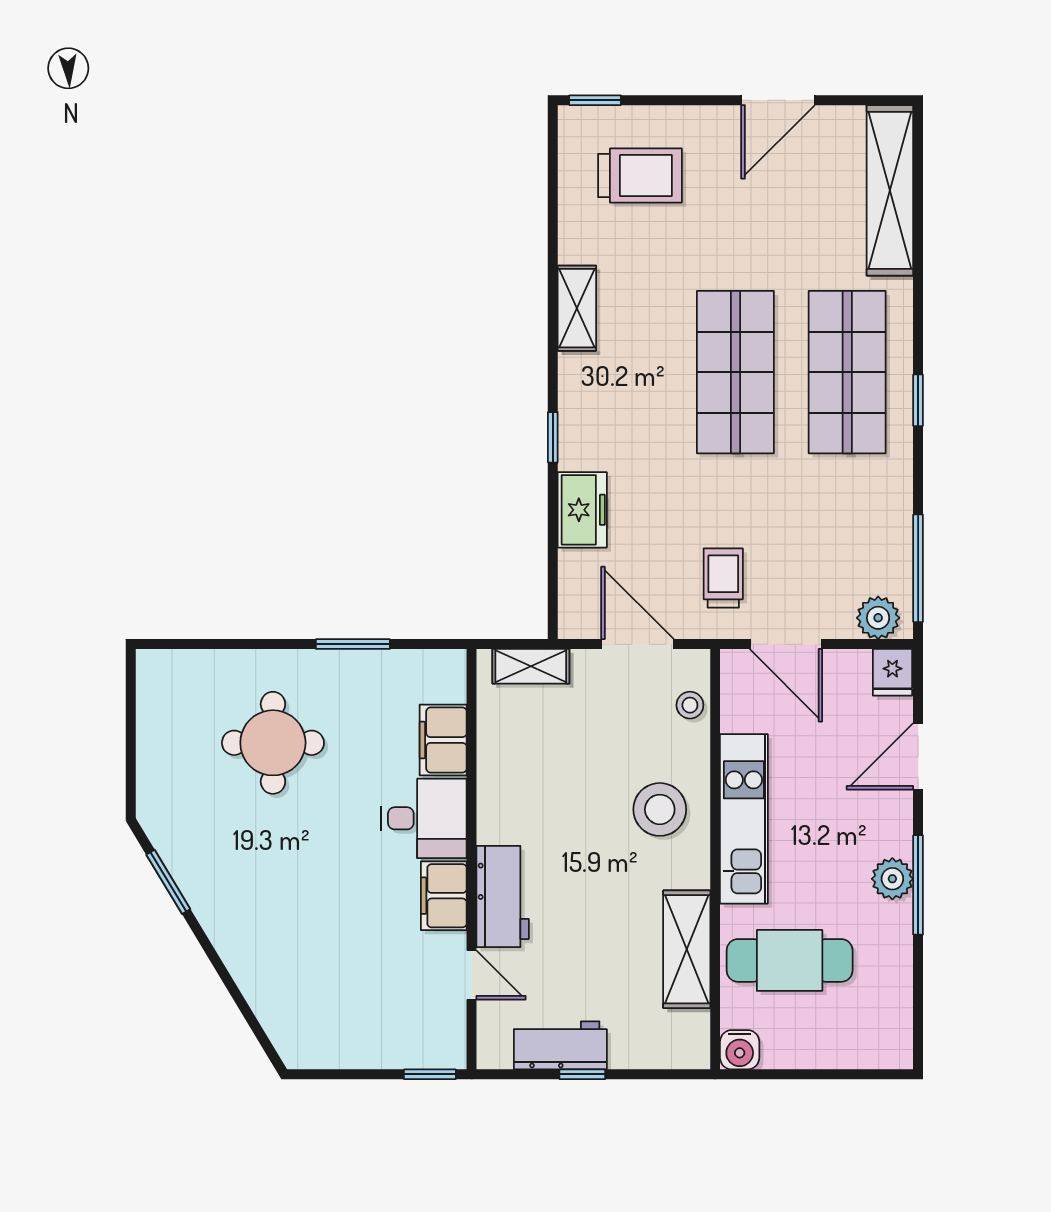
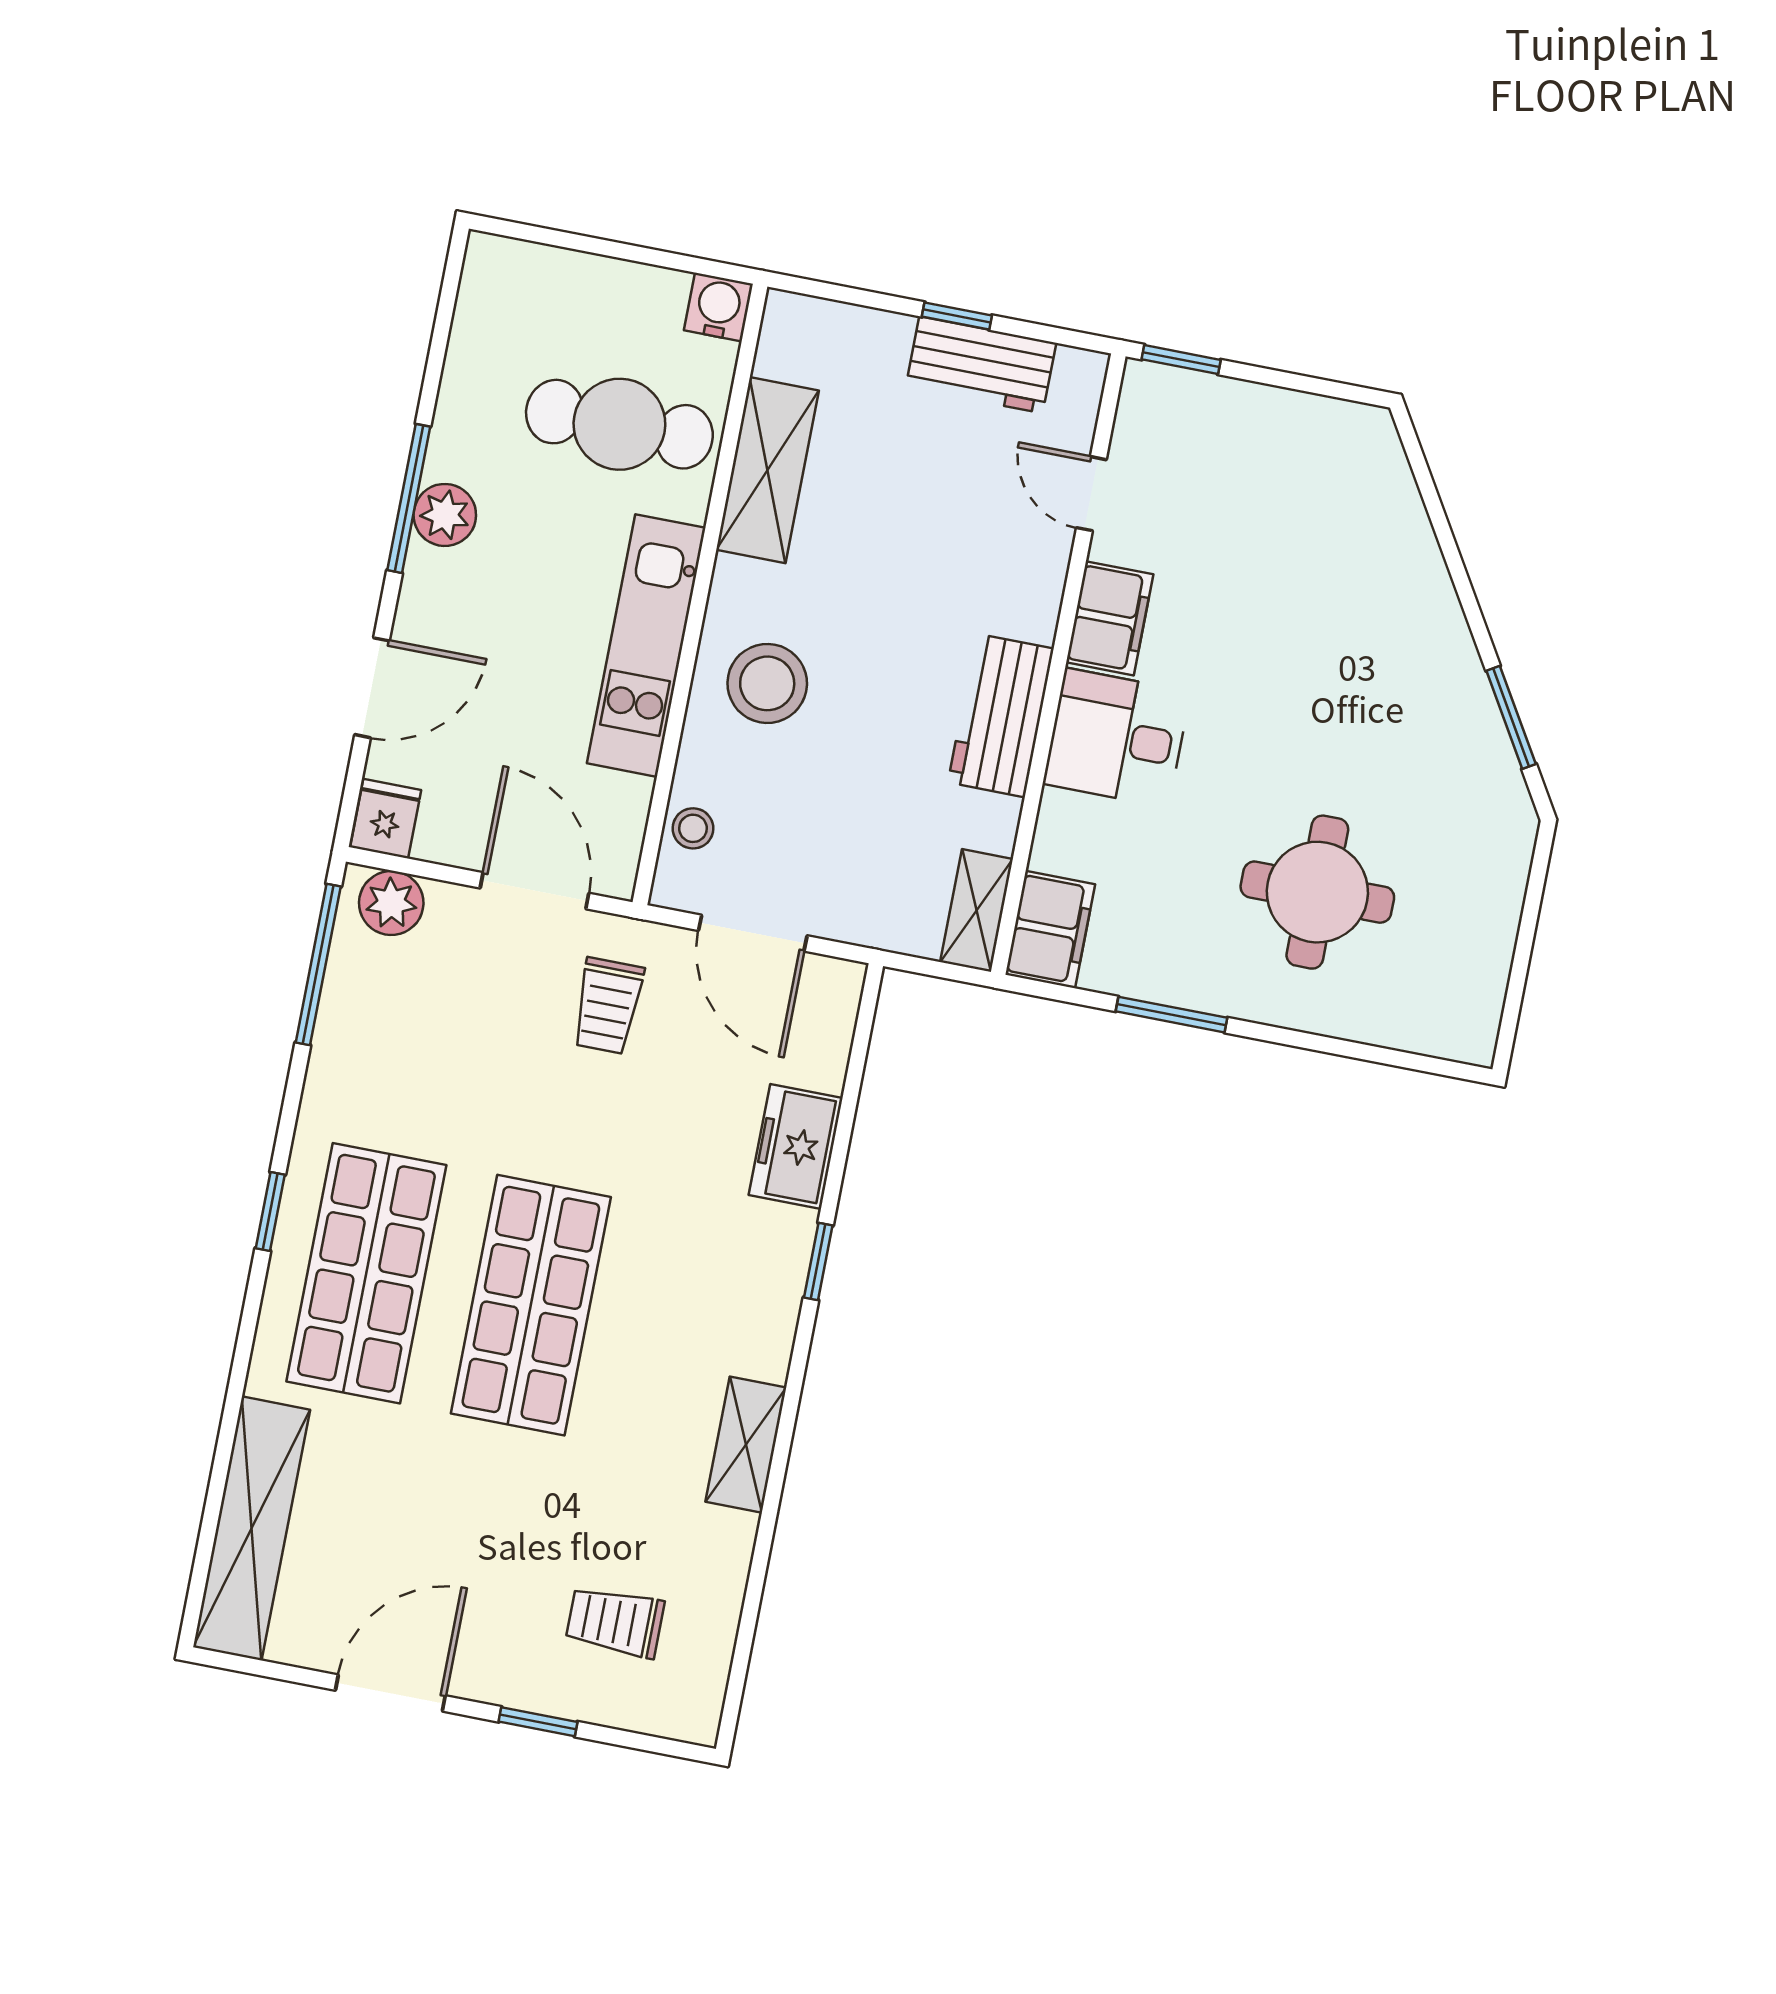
window: (595, 100) -> (538, 1722), moved
trolley: (640, 176) -> (615, 1622), width x0.73, depth x0.72
shelving: (531, 666) -> (977, 910), moved, turned 90
filing cabinet: (443, 740) -> (1050, 929), moved
workbench: (503, 896) -> (1001, 716), moved

